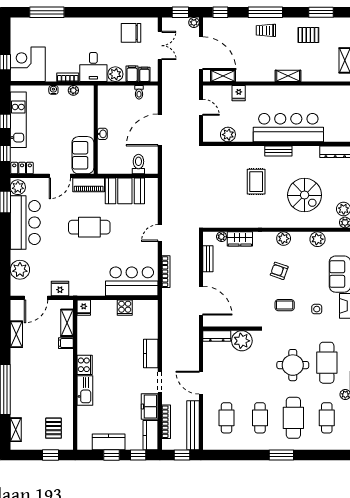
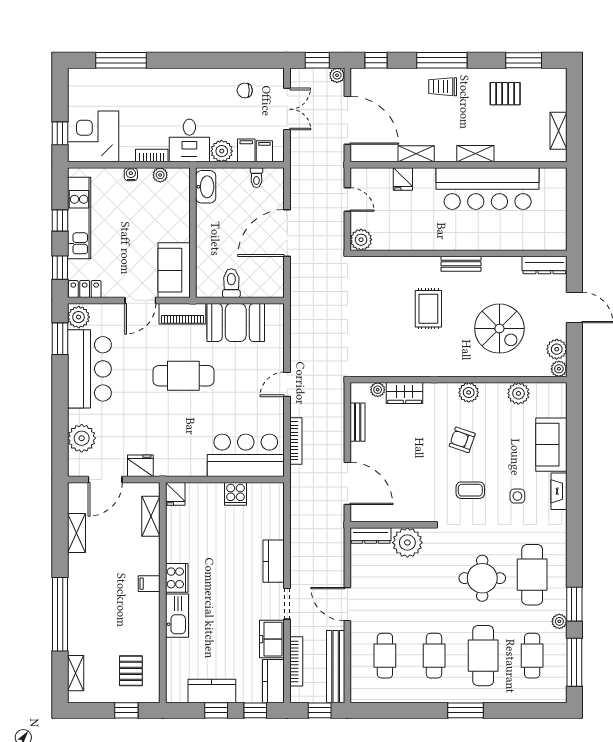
chair: (131, 33) -> (245, 90), width x0.54, depth x0.54
shelving: (223, 76) -> (416, 154), moved
bar counter: (288, 128) -> (488, 189), moved, turned 180
washbasin: (102, 134) -> (206, 187), moved, width x1.91, depth x1.45
plant: (228, 135) -> (361, 240), moved
toilet: (138, 164) -> (231, 283), moved
filing cabinet: (66, 343) -> (149, 584), moved

